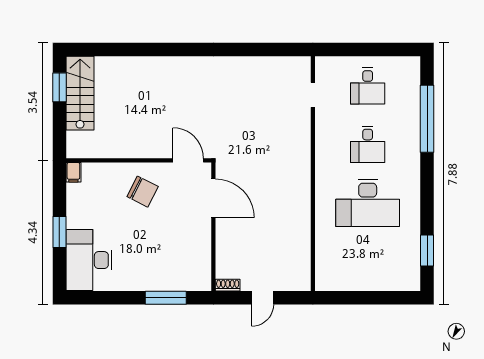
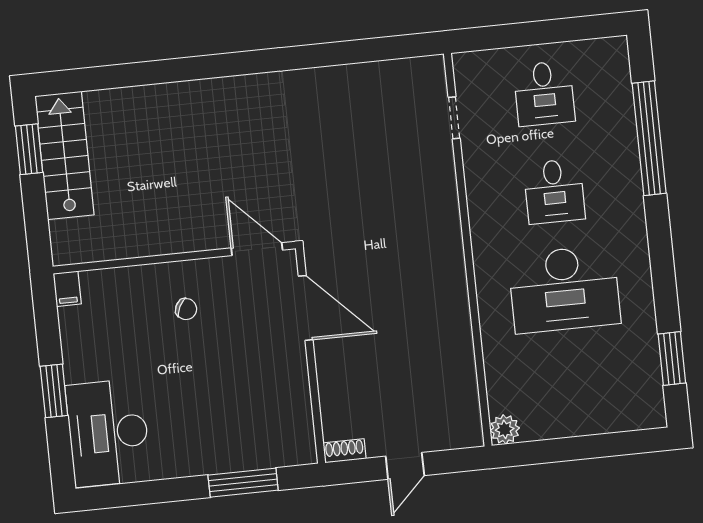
chair: (143, 192) -> (186, 309), width x0.54, depth x0.54
plant: (324, 282) -> (505, 429), added

